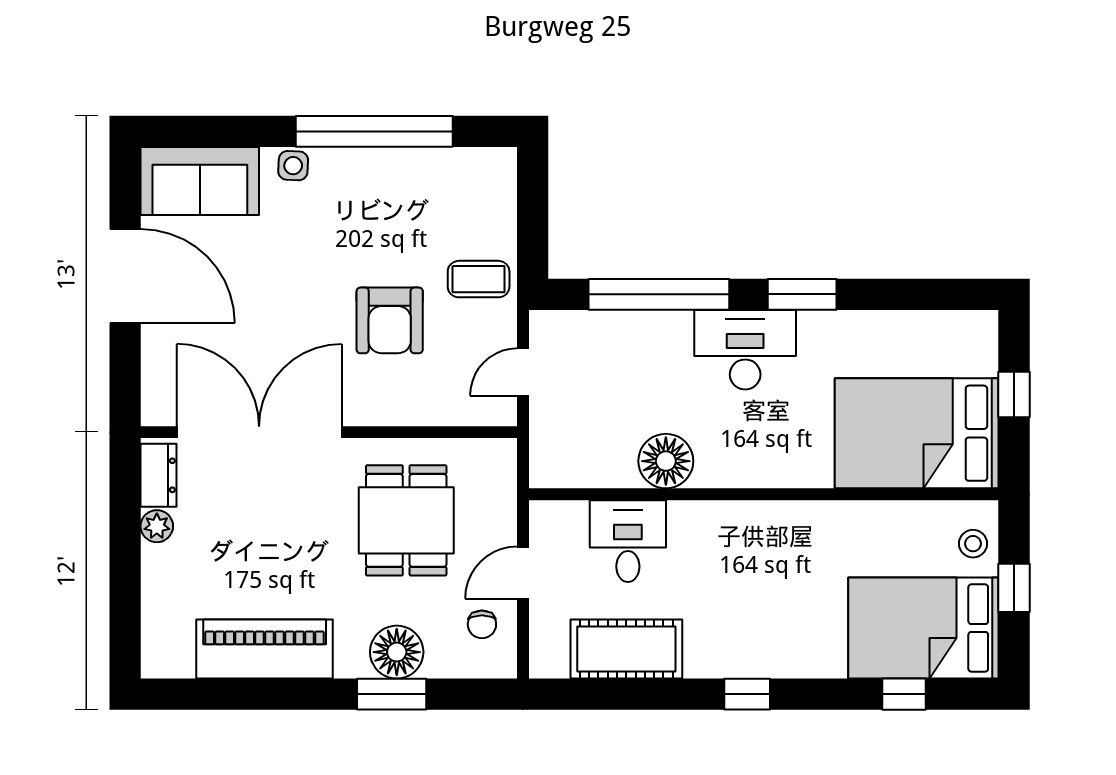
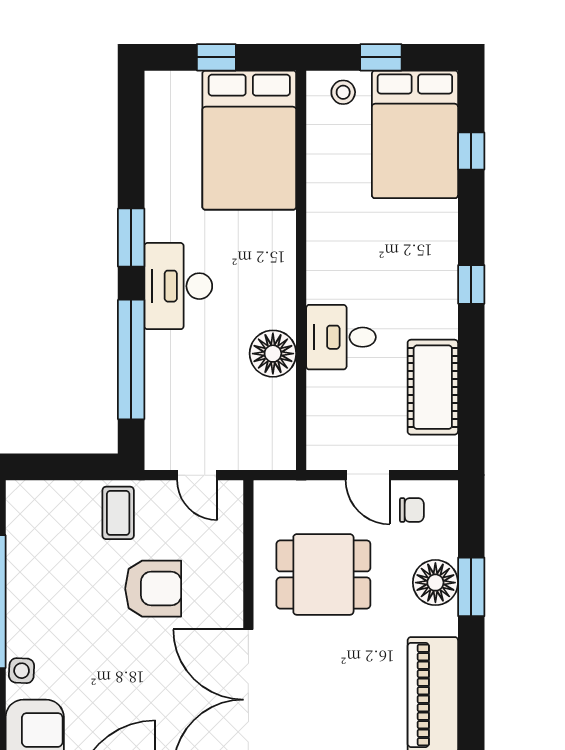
desk: (628, 541) -> (341, 337), moved

